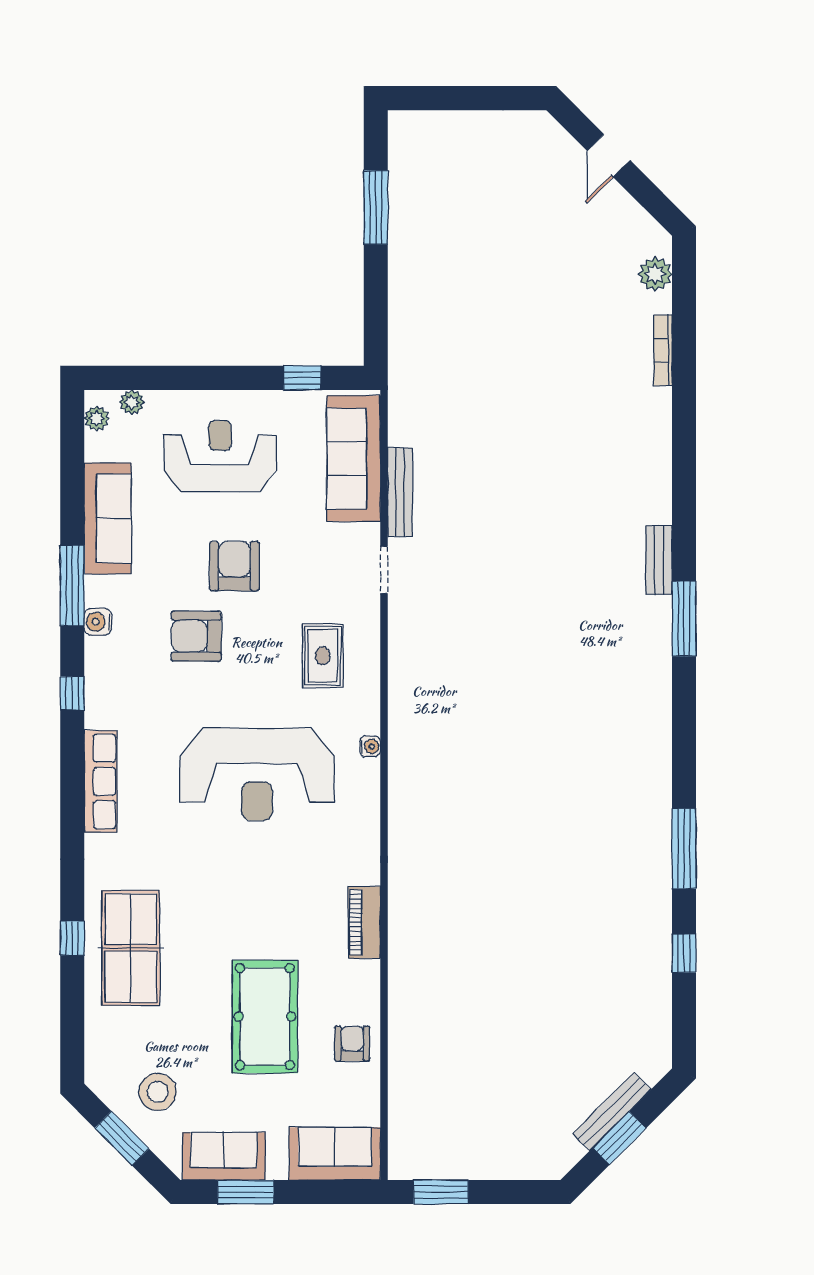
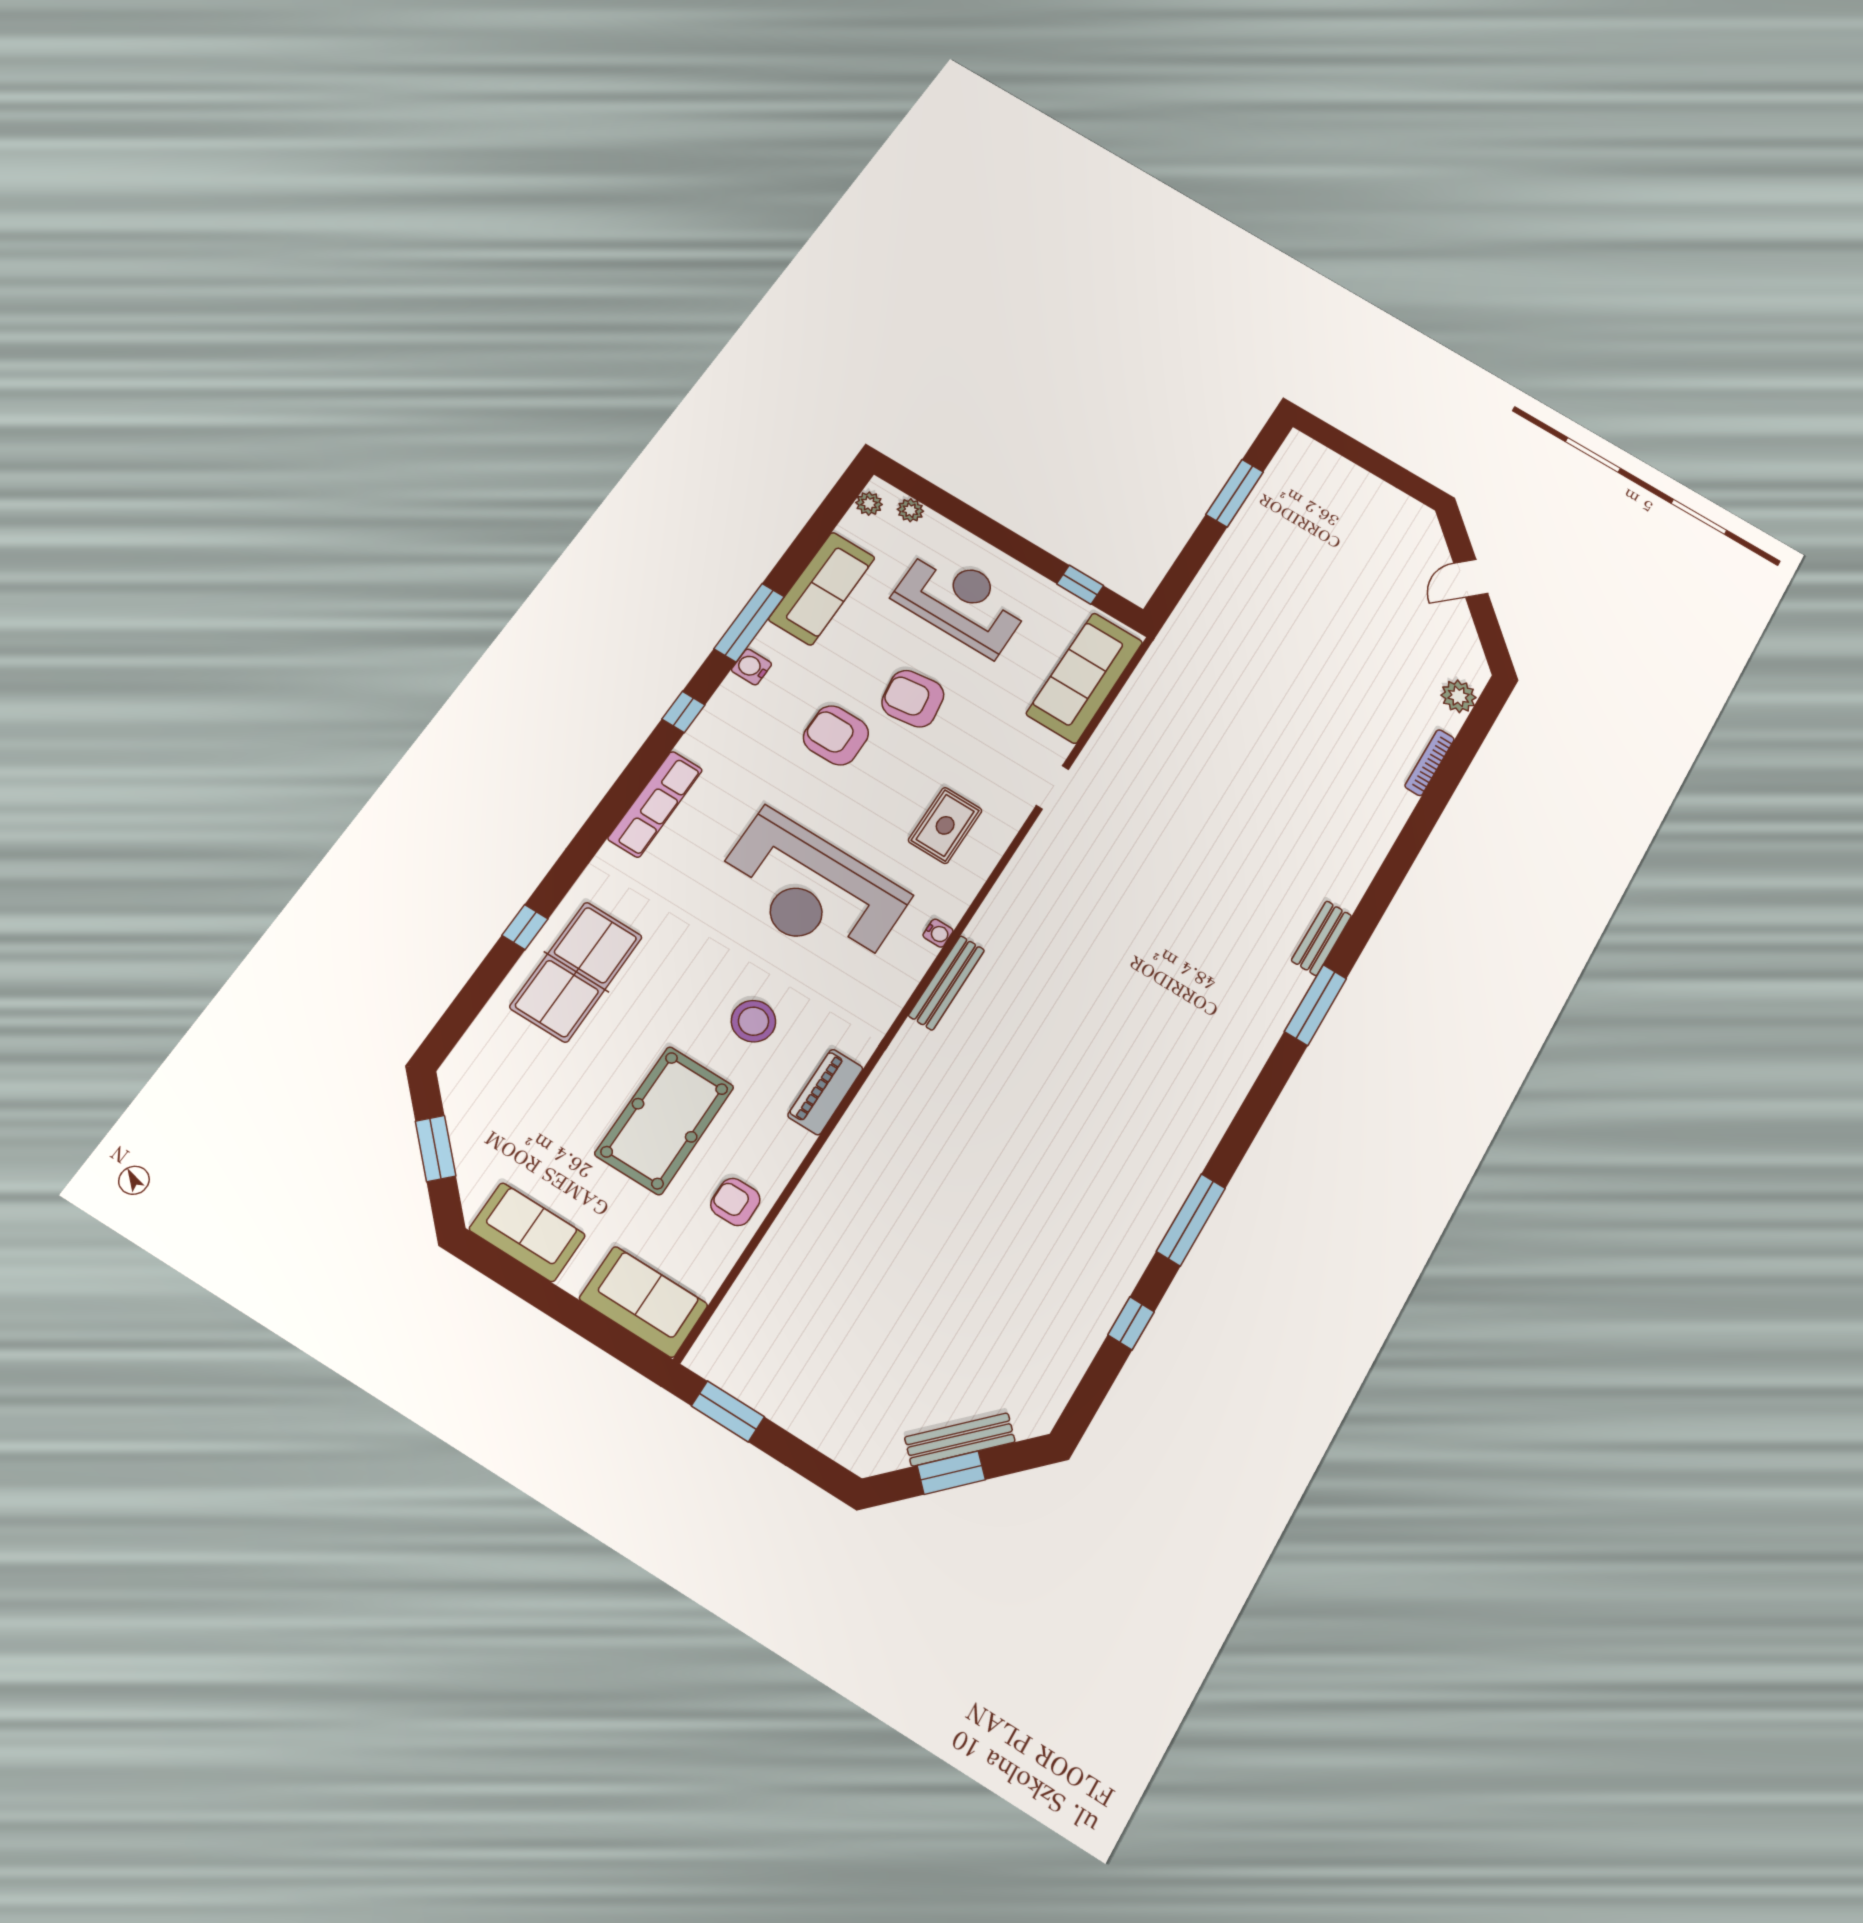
bench: (400, 492) -> (947, 983), moved
armchair: (234, 566) -> (913, 699), turned -98
armchair: (352, 1044) -> (735, 1202), turned -90
stool: (158, 1092) -> (753, 1021), moved
window: (246, 1192) -> (525, 1283), removed

